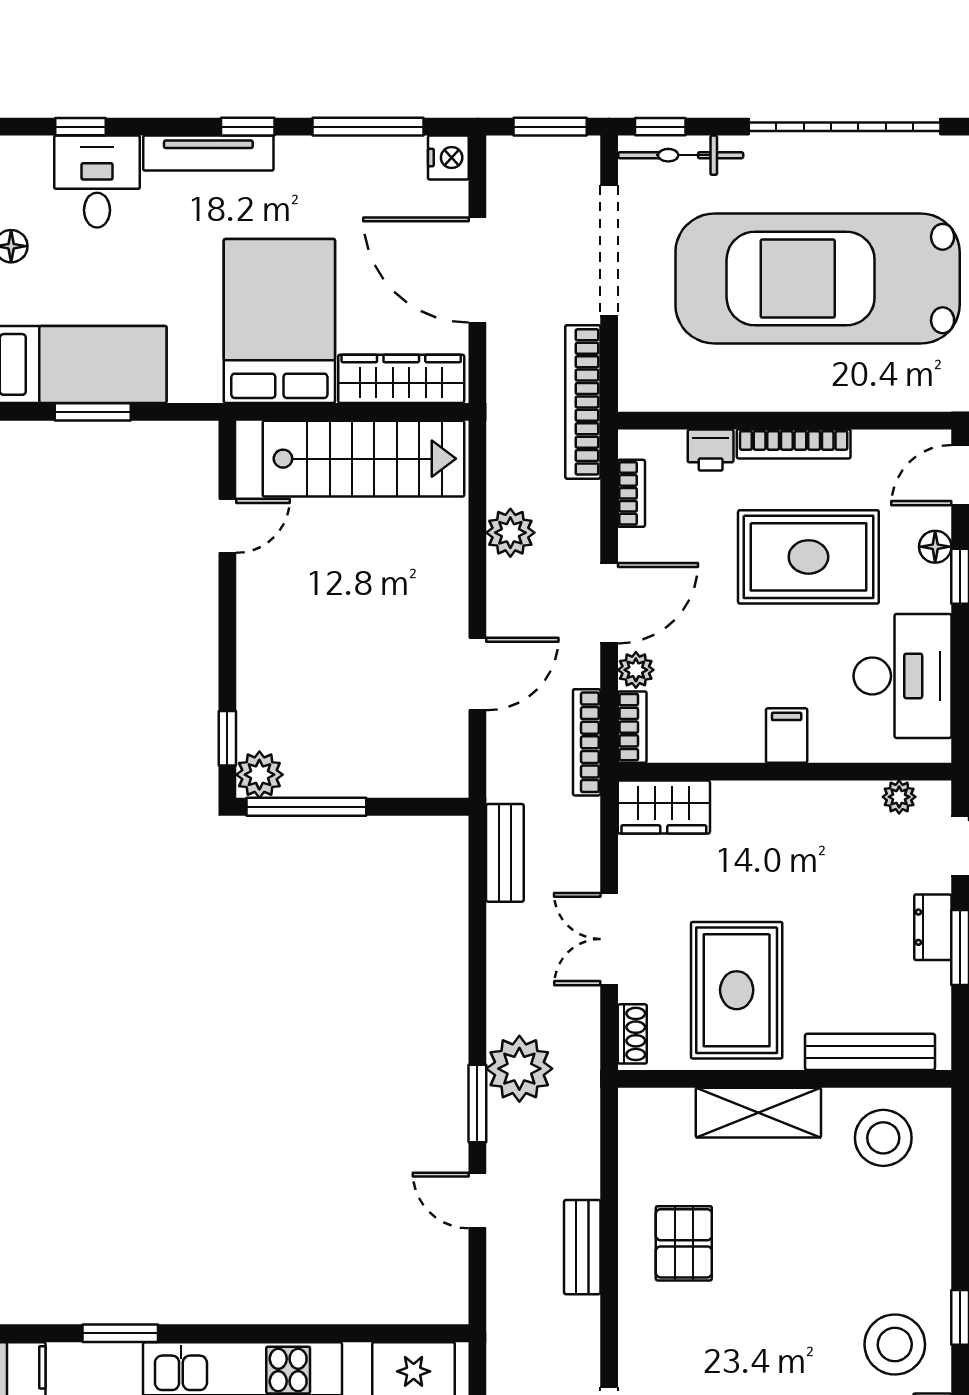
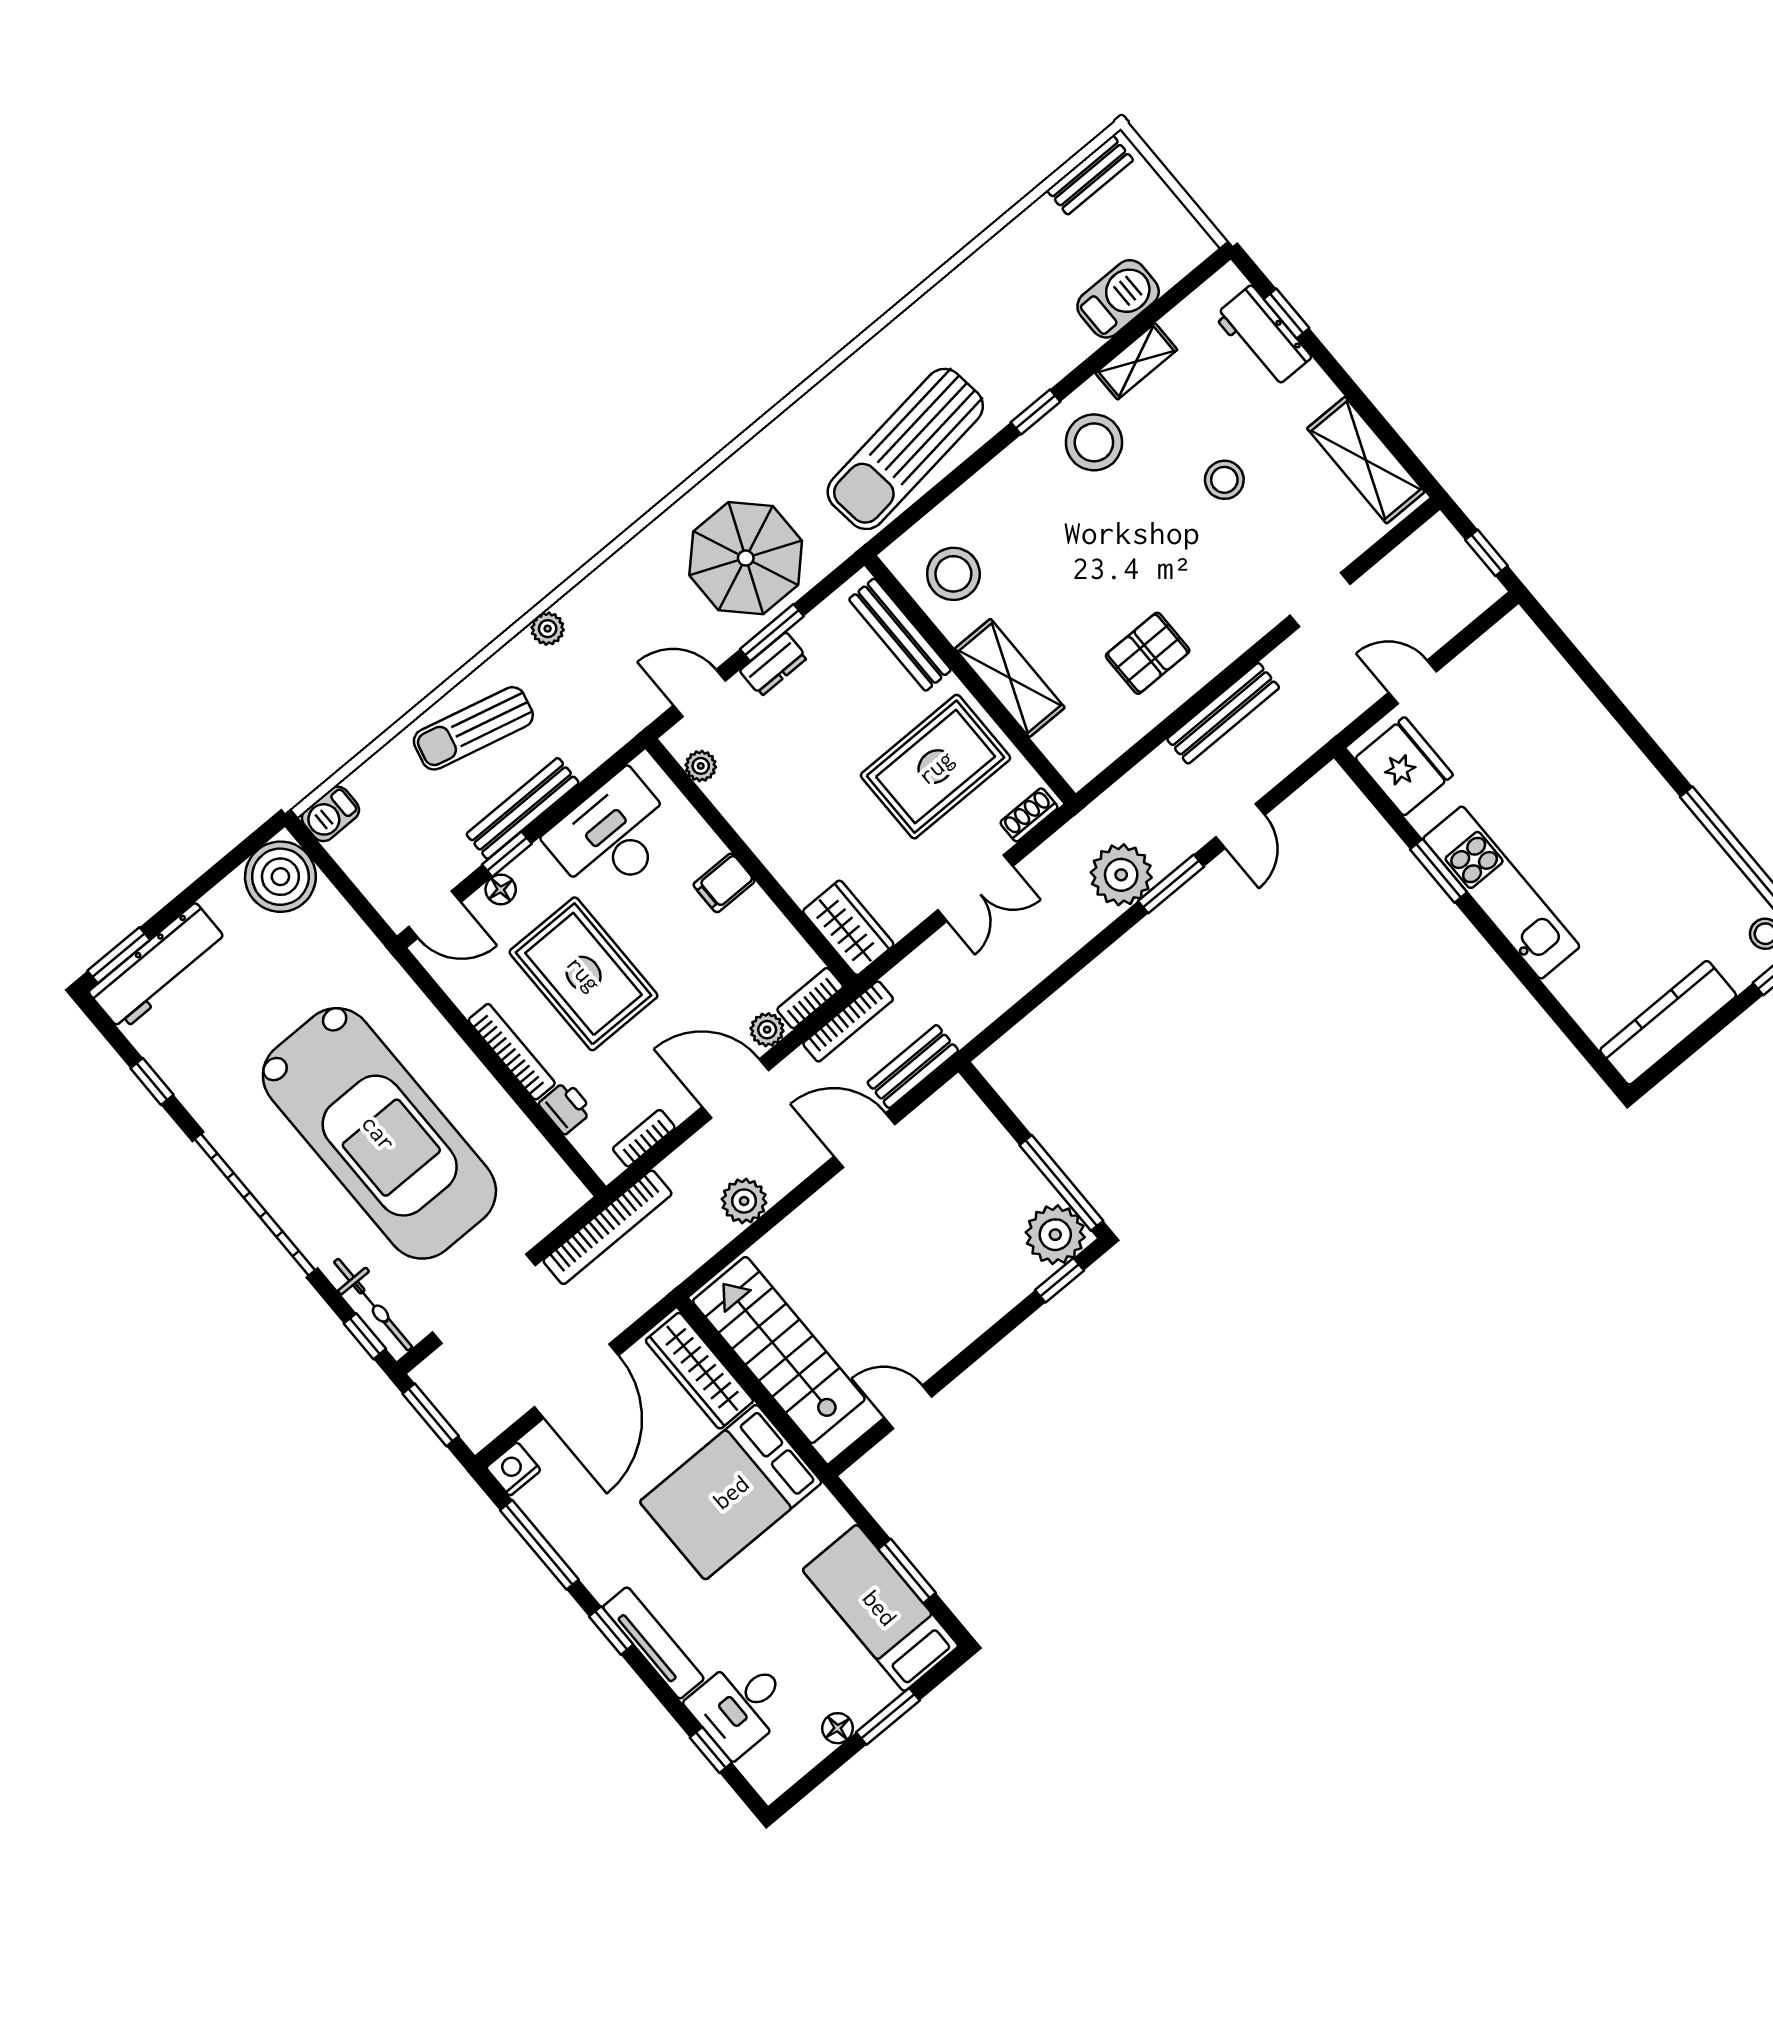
plant: (259, 775) -> (1055, 1235), width x1.36, depth x1.36
bench: (505, 853) -> (913, 1067), moved
bench: (582, 1247) -> (1223, 713), width x1.36
window: (120, 1333) -> (1439, 871), moved

